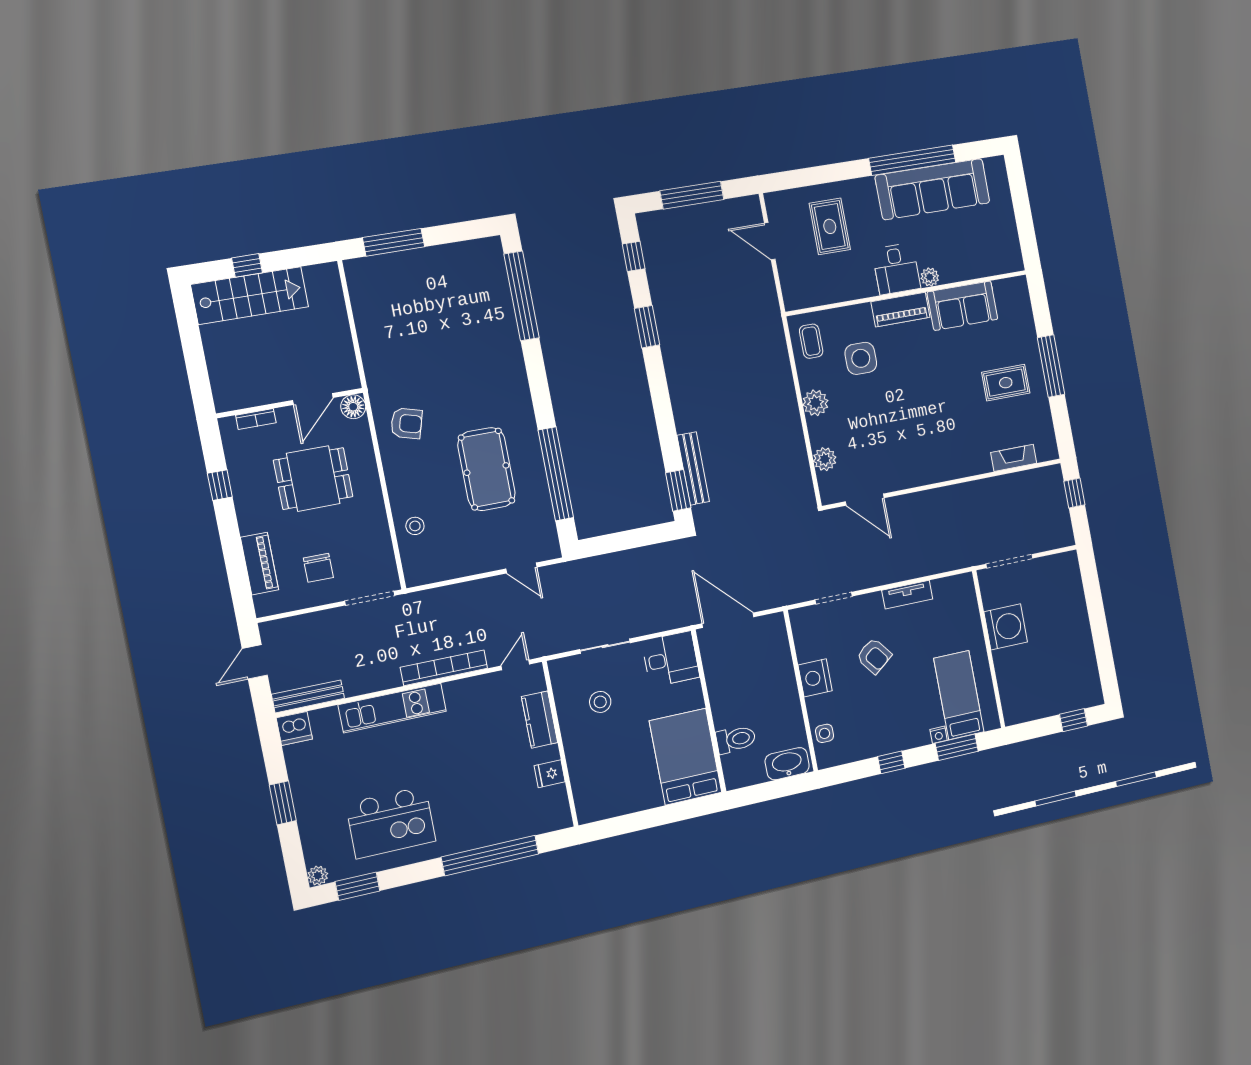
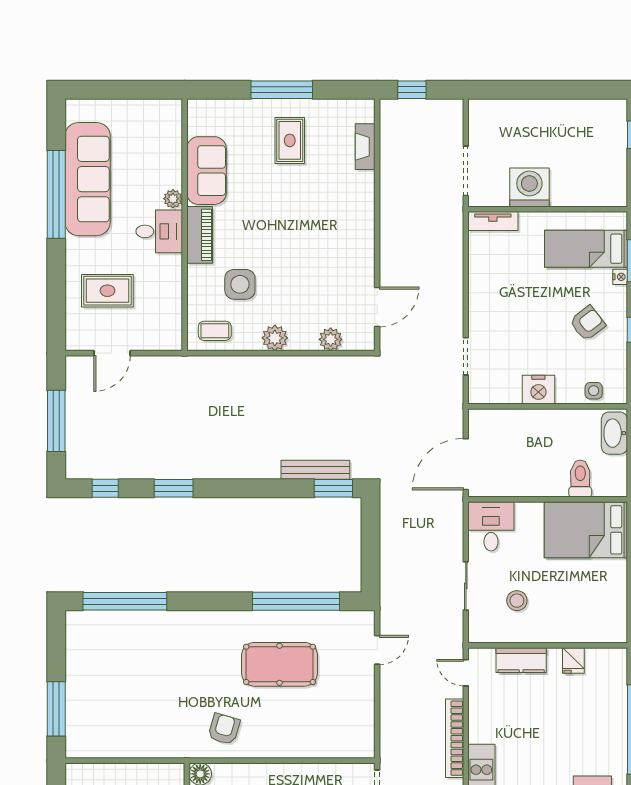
stool: (415, 526) -> (319, 739), removed
tv unit: (907, 595) -> (493, 221), moved, turned 90
armchair: (874, 656) -> (588, 323), moved

